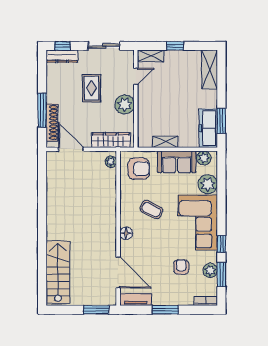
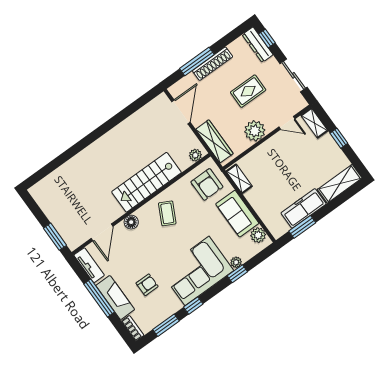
shoe rack: (52, 122) -> (213, 64), moved
freezer: (208, 128) -> (304, 208), moved
shelving: (165, 142) -> (239, 179), moved
plant: (208, 184) -> (236, 262), width x0.53, depth x0.53
window: (221, 194) -> (237, 274), added
coffee table: (151, 209) -> (167, 213), moved
floor lamp: (126, 233) -> (131, 222), moved
plant: (210, 270) -> (162, 313), removed
stairs: (58, 272) -> (147, 182), moved, turned 180
door: (118, 272) -> (102, 232), width x0.73
fireplace: (174, 298) -> (115, 298), added
window: (165, 310) -> (99, 298), width x1.44

